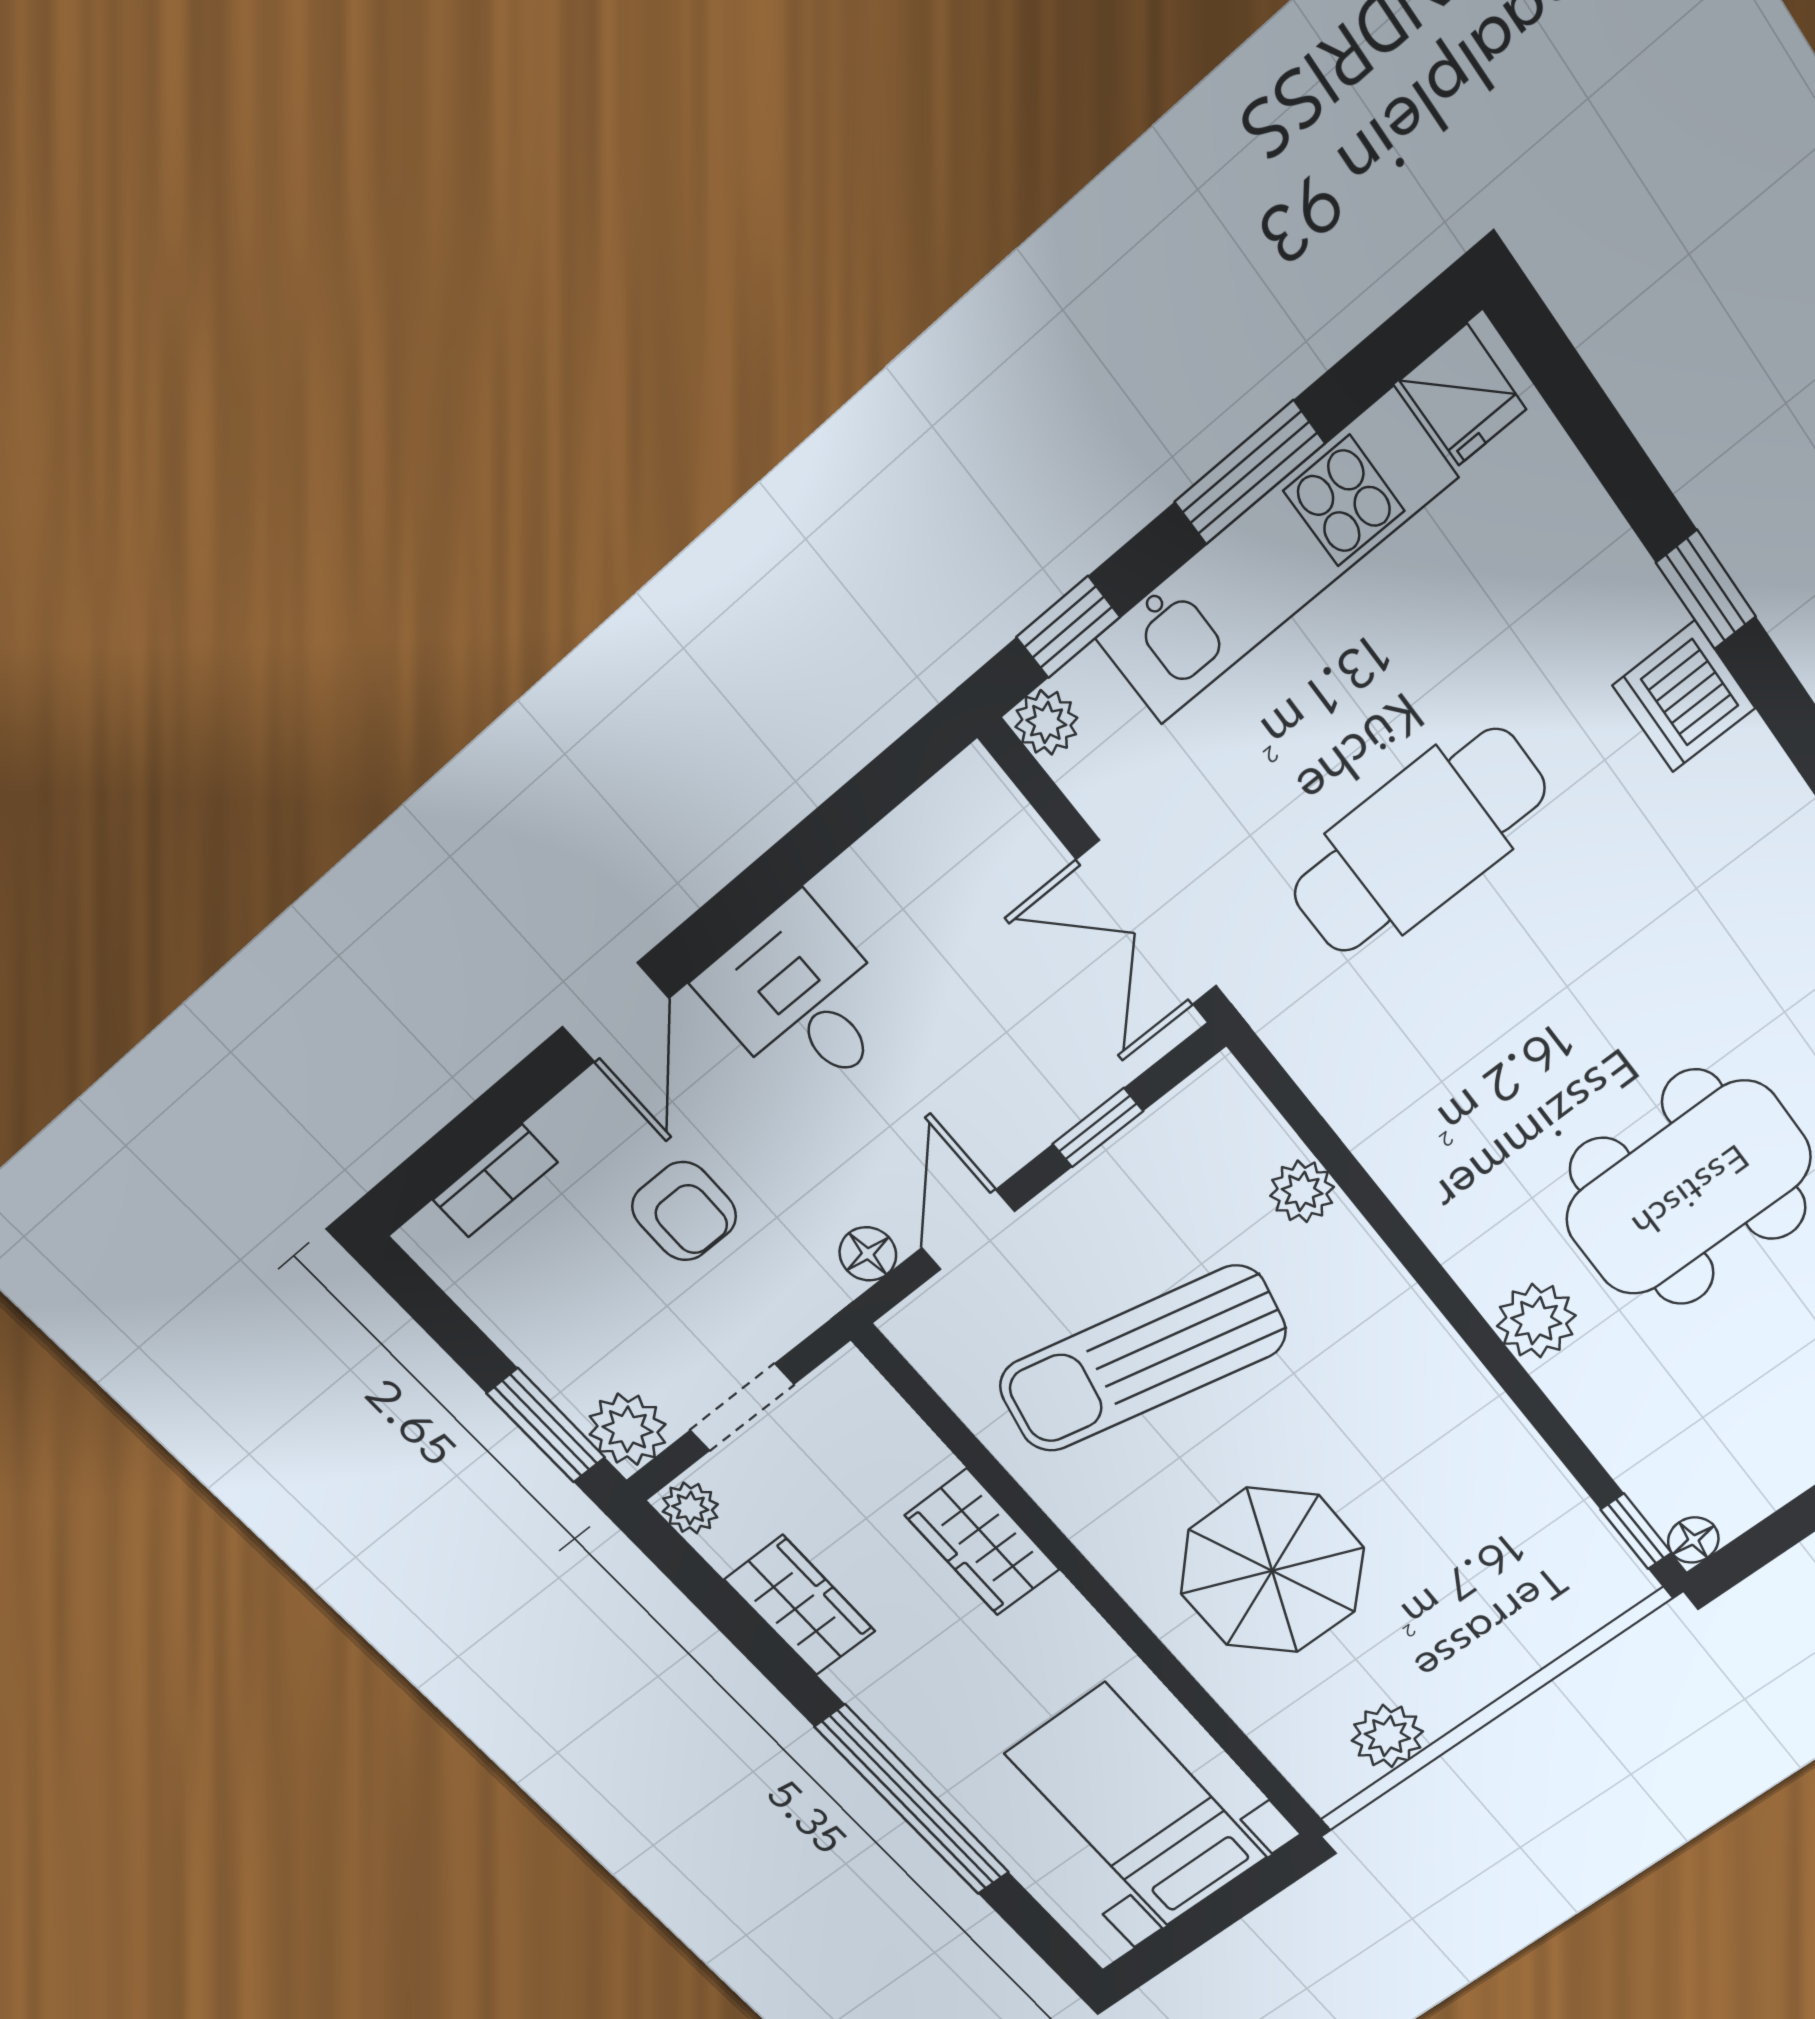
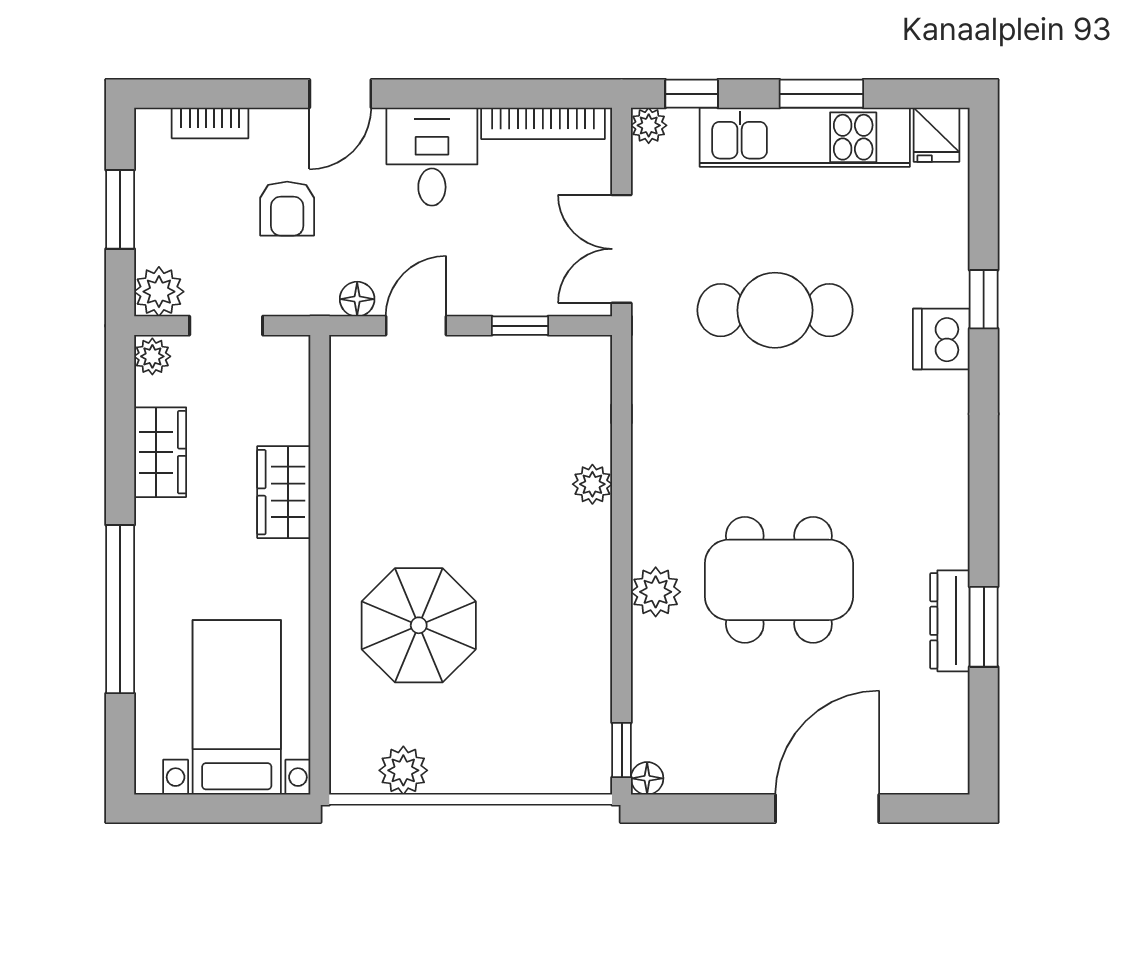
bookcase: (904, 837) -> (543, 123), added
plant: (1302, 1191) -> (592, 484), moved
sun lounger: (1142, 1359) -> (446, 458), removed
window: (546, 1425) -> (120, 209), moved

